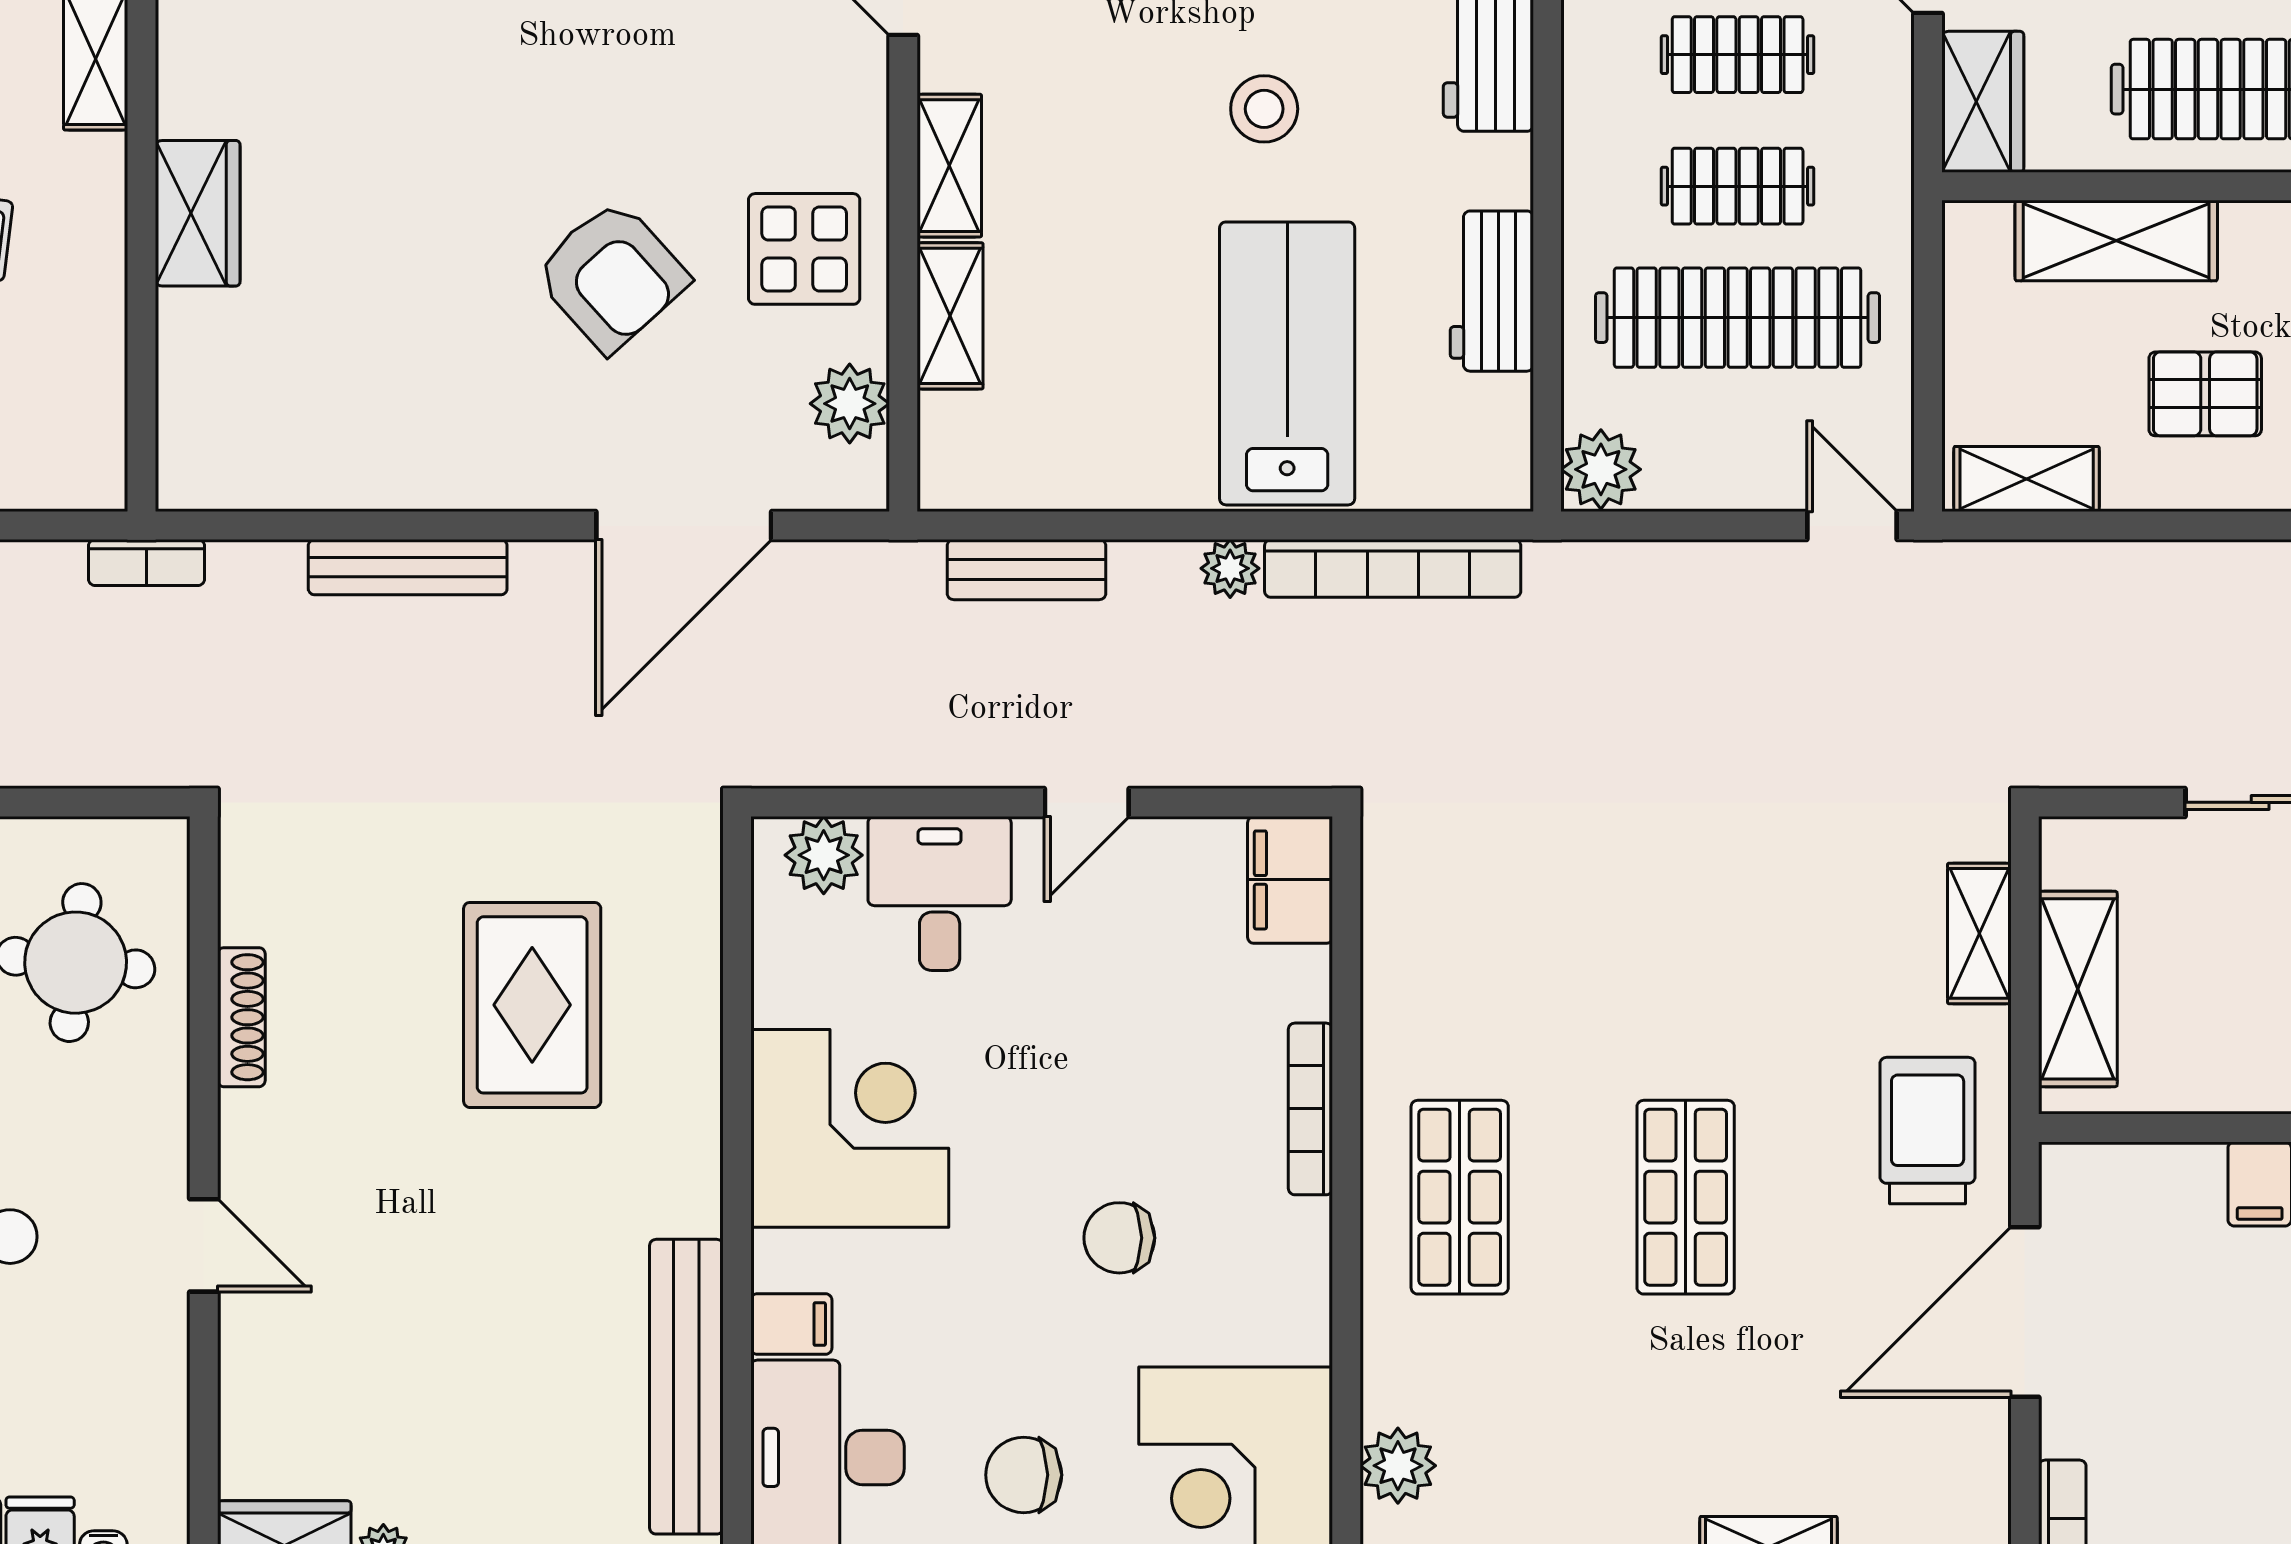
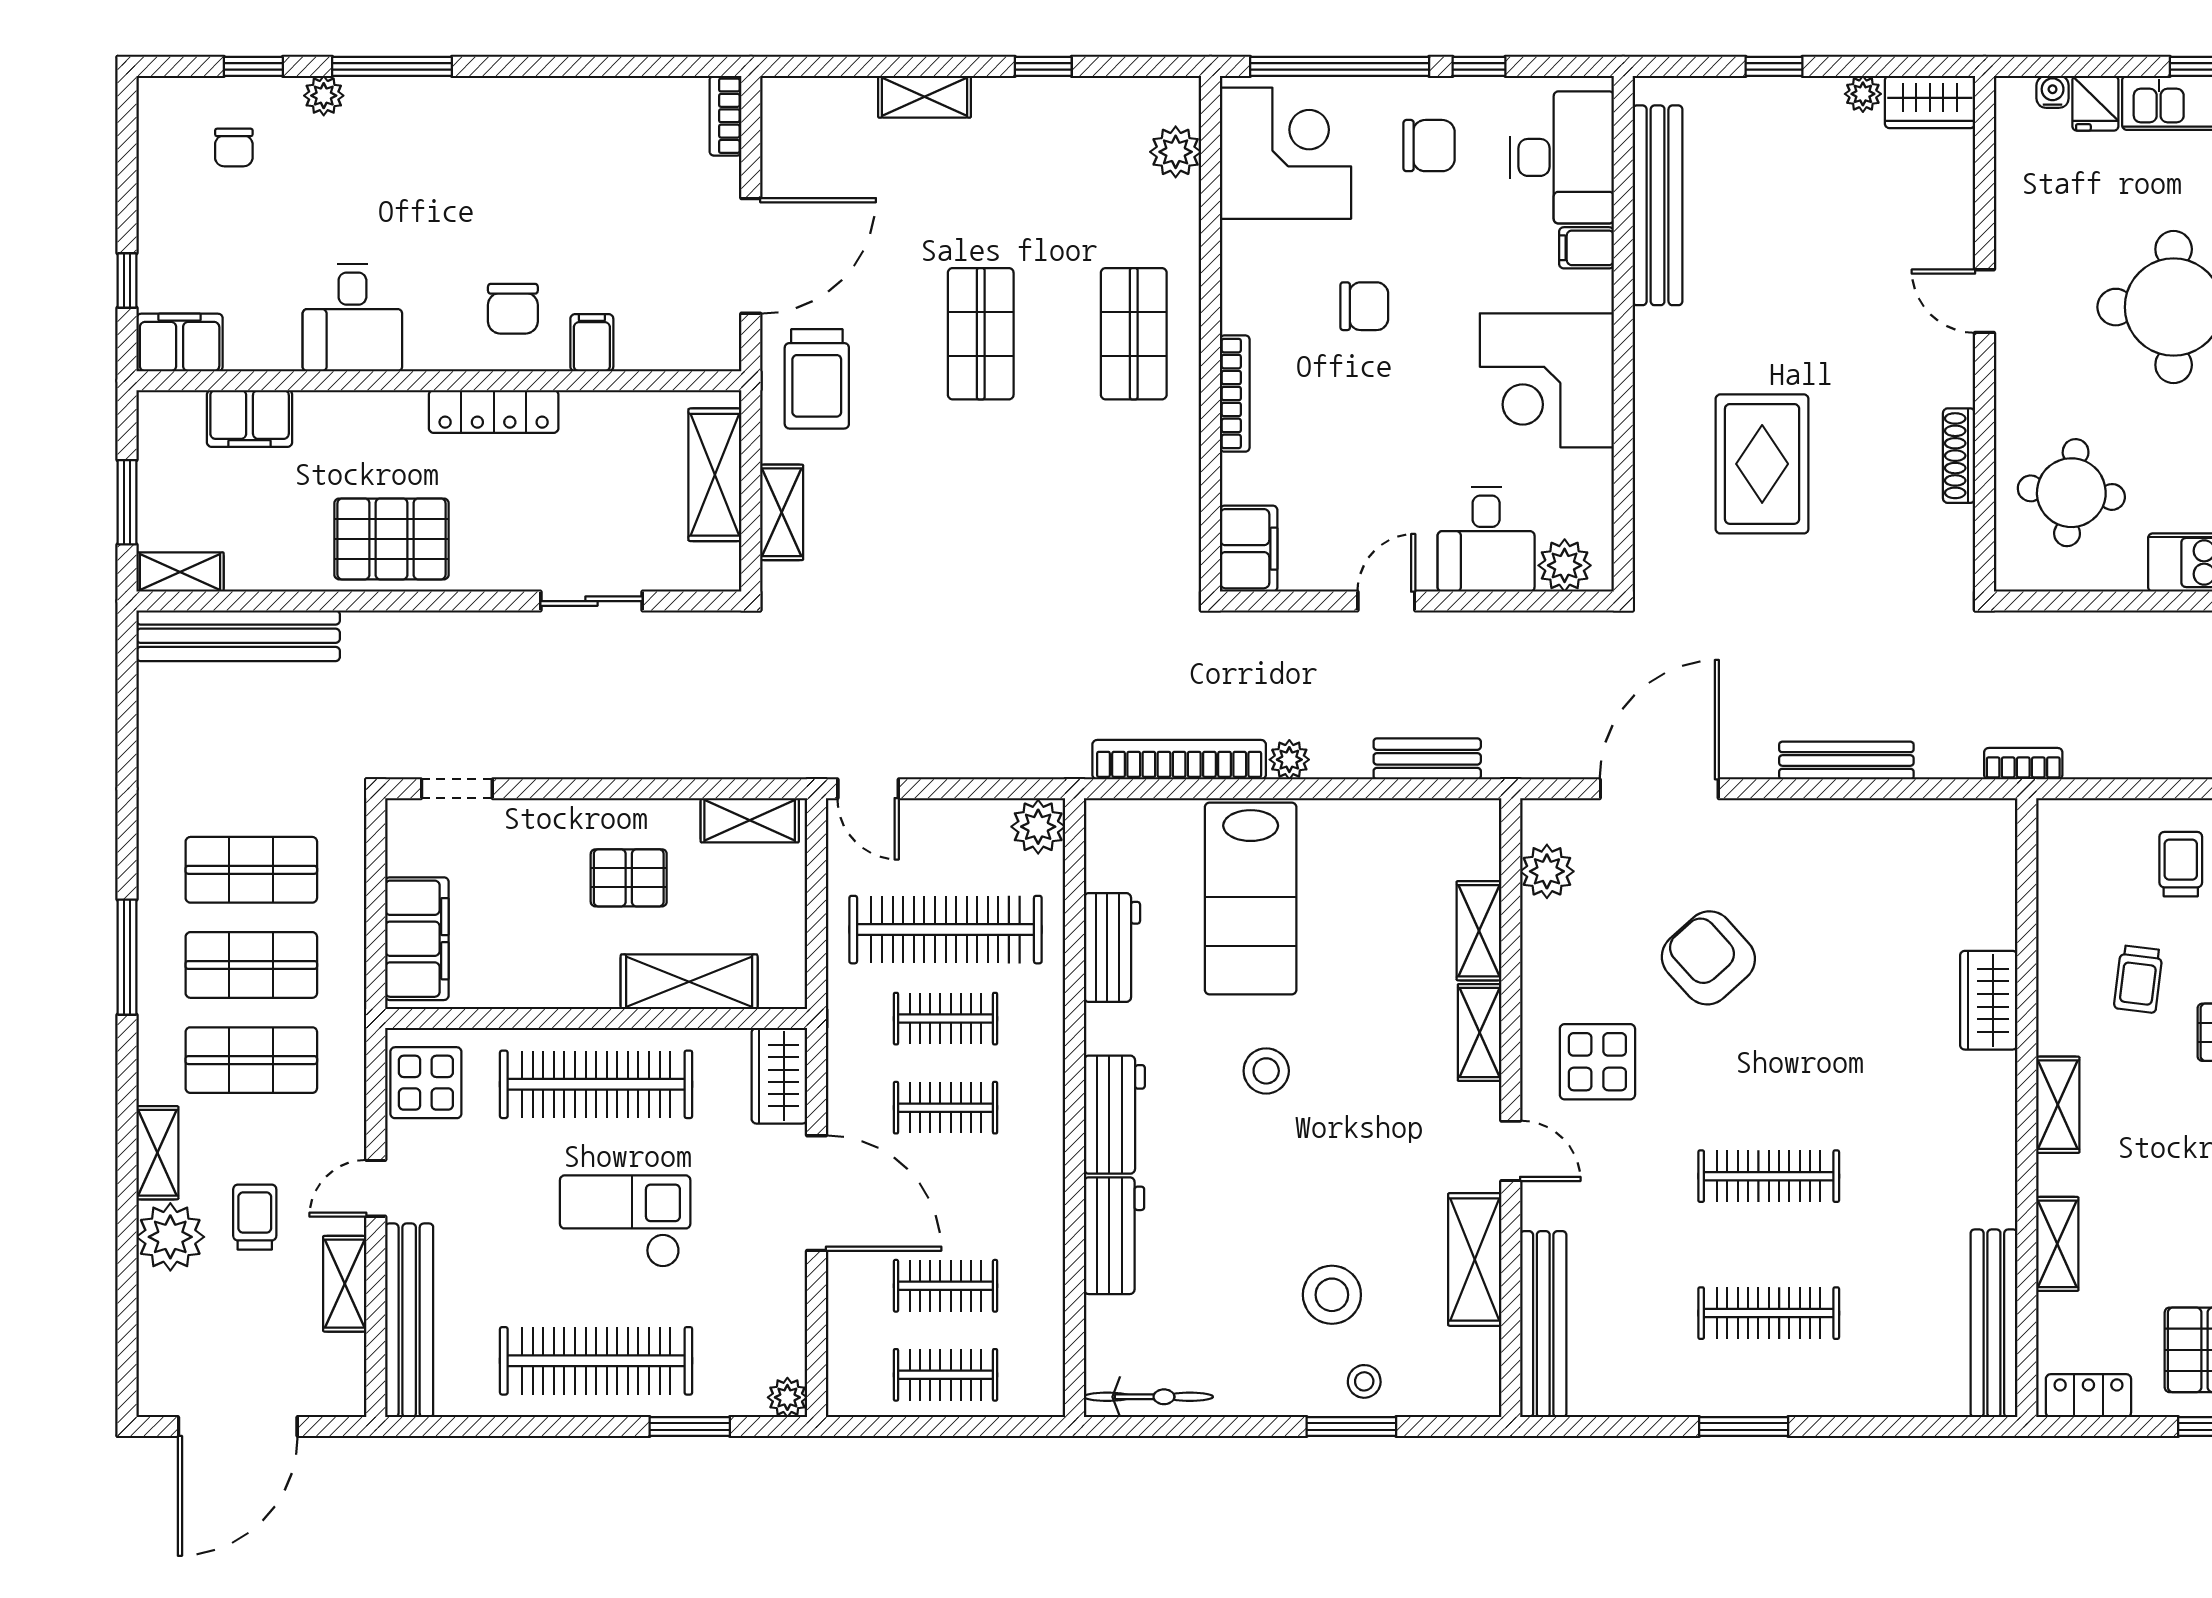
display table: (804, 249) -> (1597, 1062), moved

